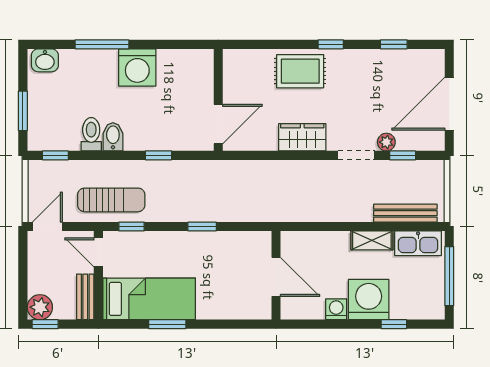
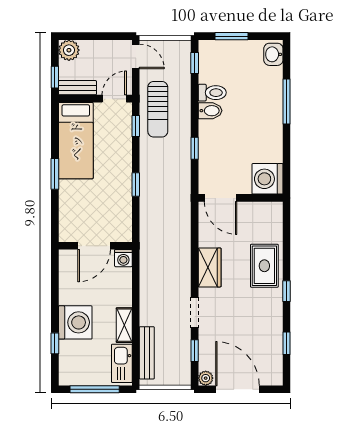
washing machine: (137, 67) -> (267, 179), moved
plant: (386, 142) -> (206, 378), moved
washing machine: (336, 309) -> (123, 258), moved, turned 90
window: (45, 324) -> (55, 77), moved
window: (167, 324) -> (55, 174), moved

